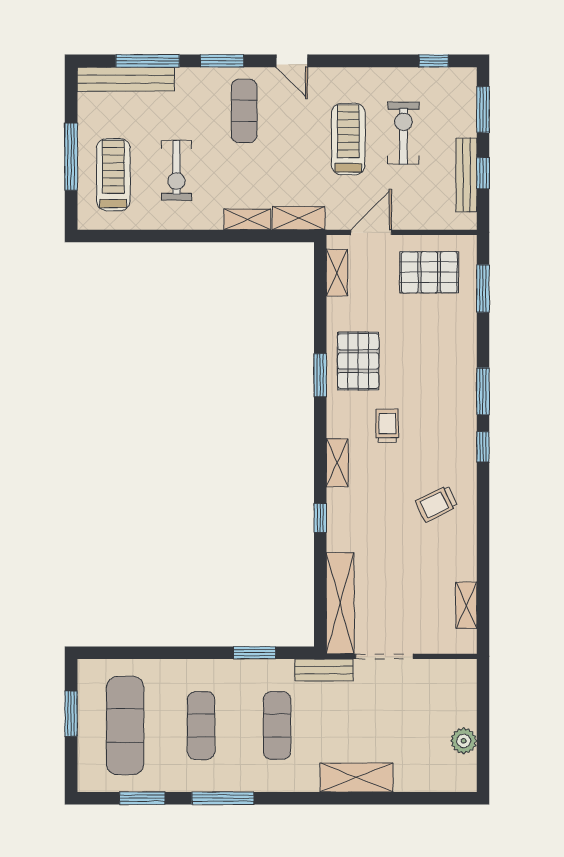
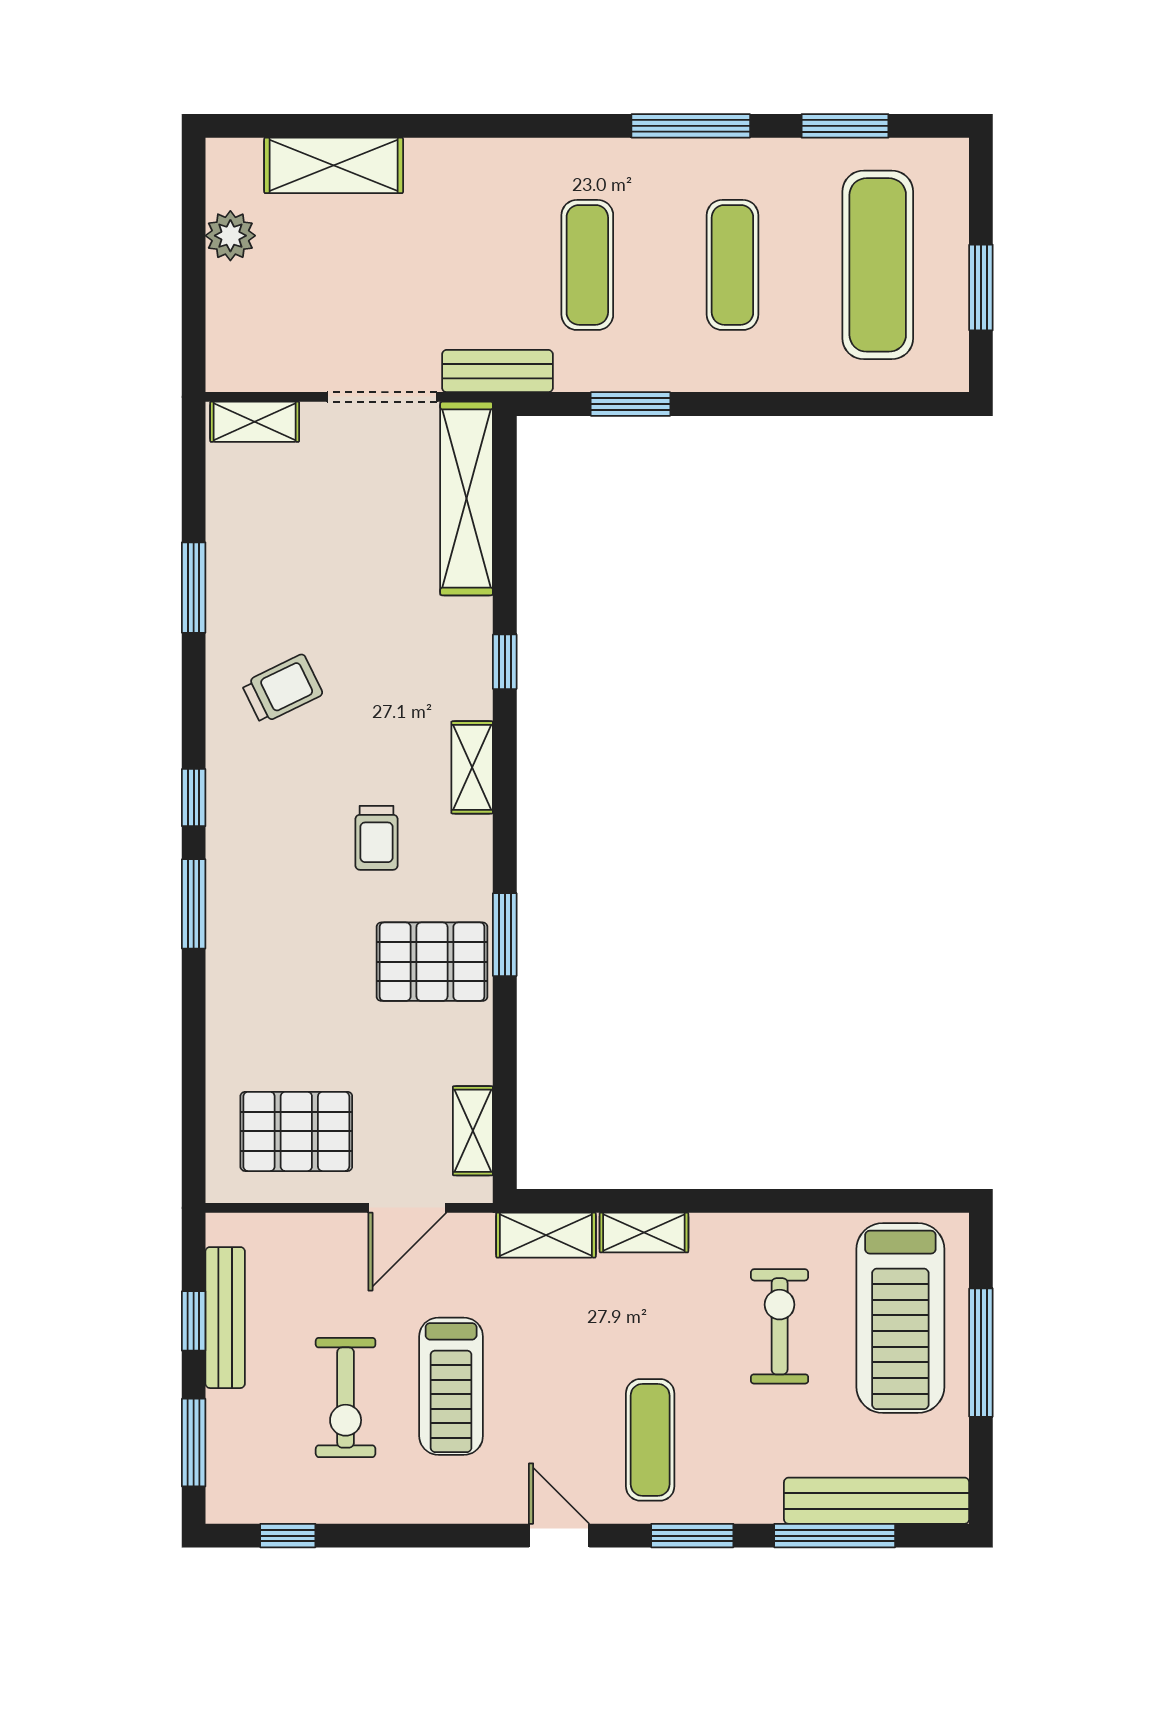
treadmill: (113, 175) -> (900, 1318), width x1.37, depth x1.38
window: (483, 289) -> (194, 588), moved
pallet: (358, 361) -> (432, 962), turned 90
shelving: (466, 605) -> (255, 422), moved, turned 90
shelving: (357, 778) -> (334, 165), moved

